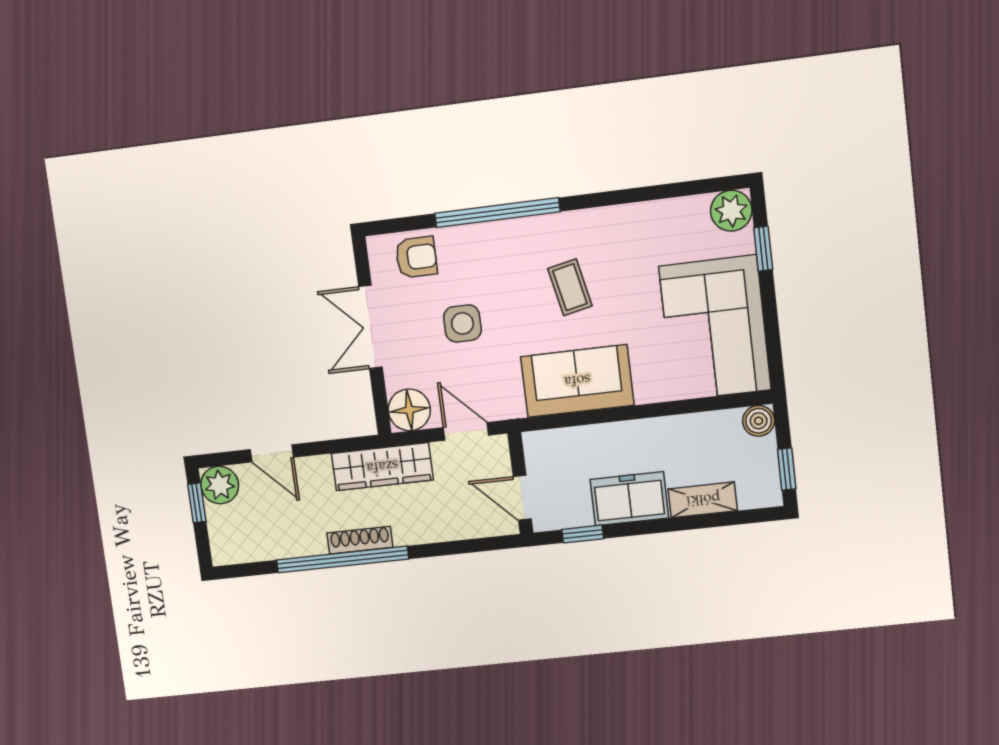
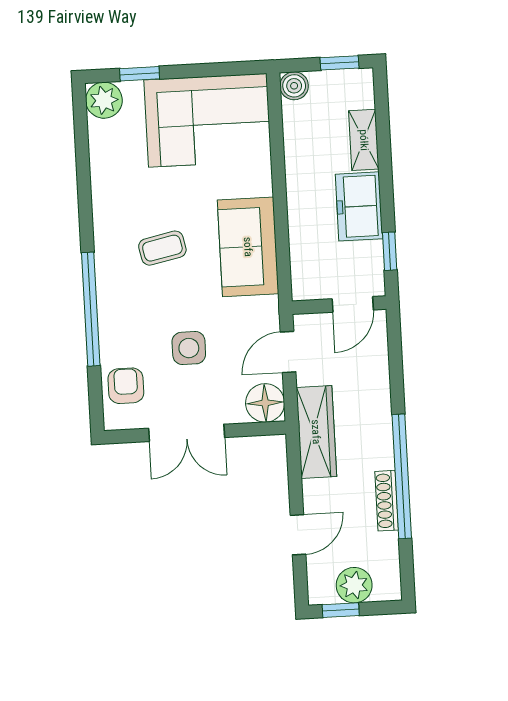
plant: (220, 485) -> (354, 585), moved
shoe rack: (360, 540) -> (387, 501), moved

